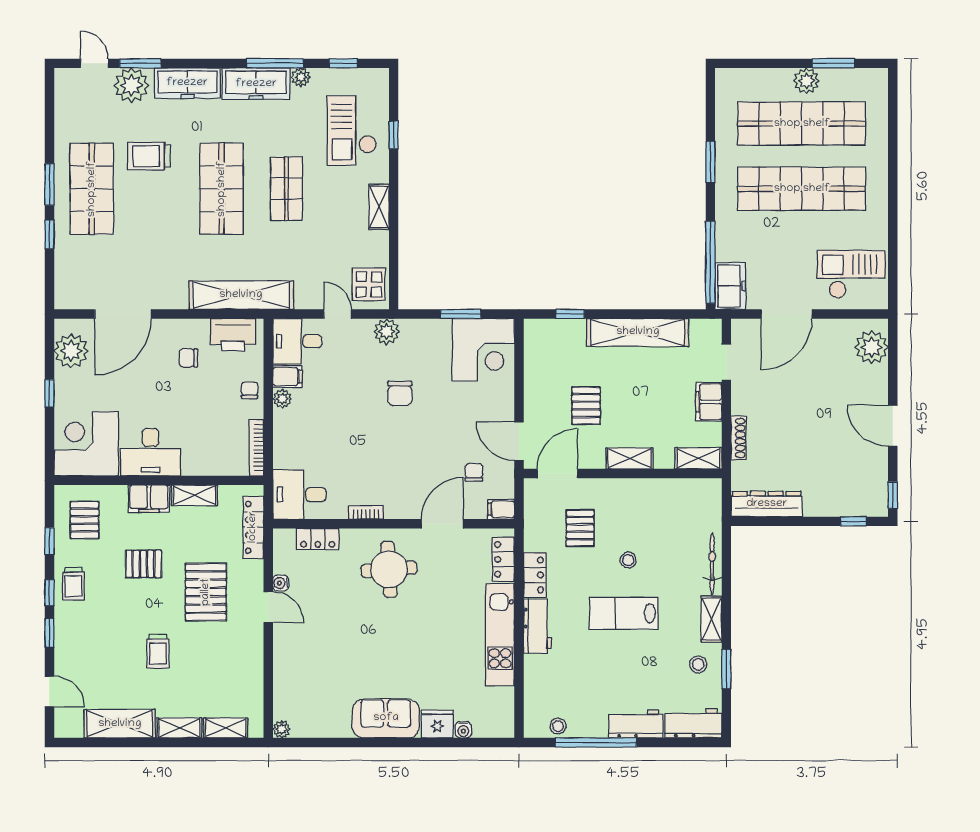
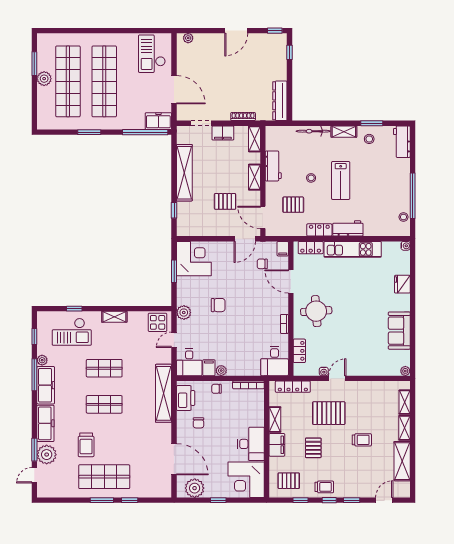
shop shelf: (222, 189) -> (104, 404), width x0.70, depth x0.74
plant: (872, 347) -> (188, 38), width x0.53, depth x0.53
sofa: (386, 718) -> (399, 331), moved
workbench: (636, 724) -> (273, 166), moved, turned 180
water cooler: (463, 730) -> (406, 246), moved

